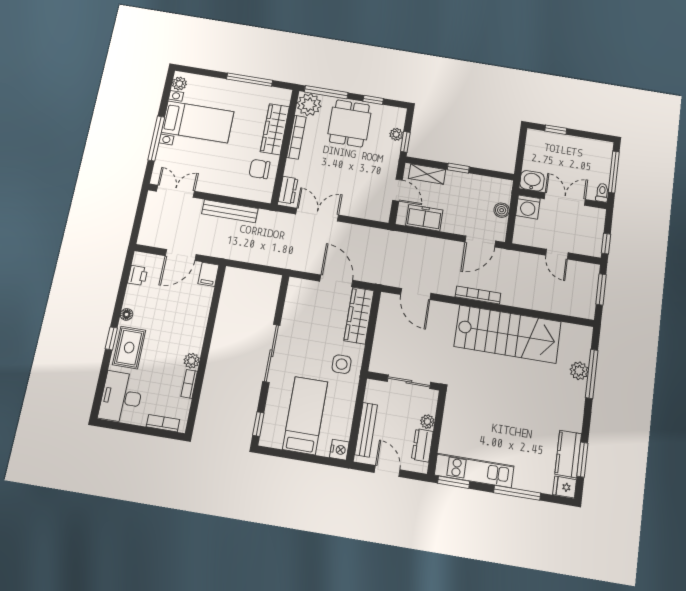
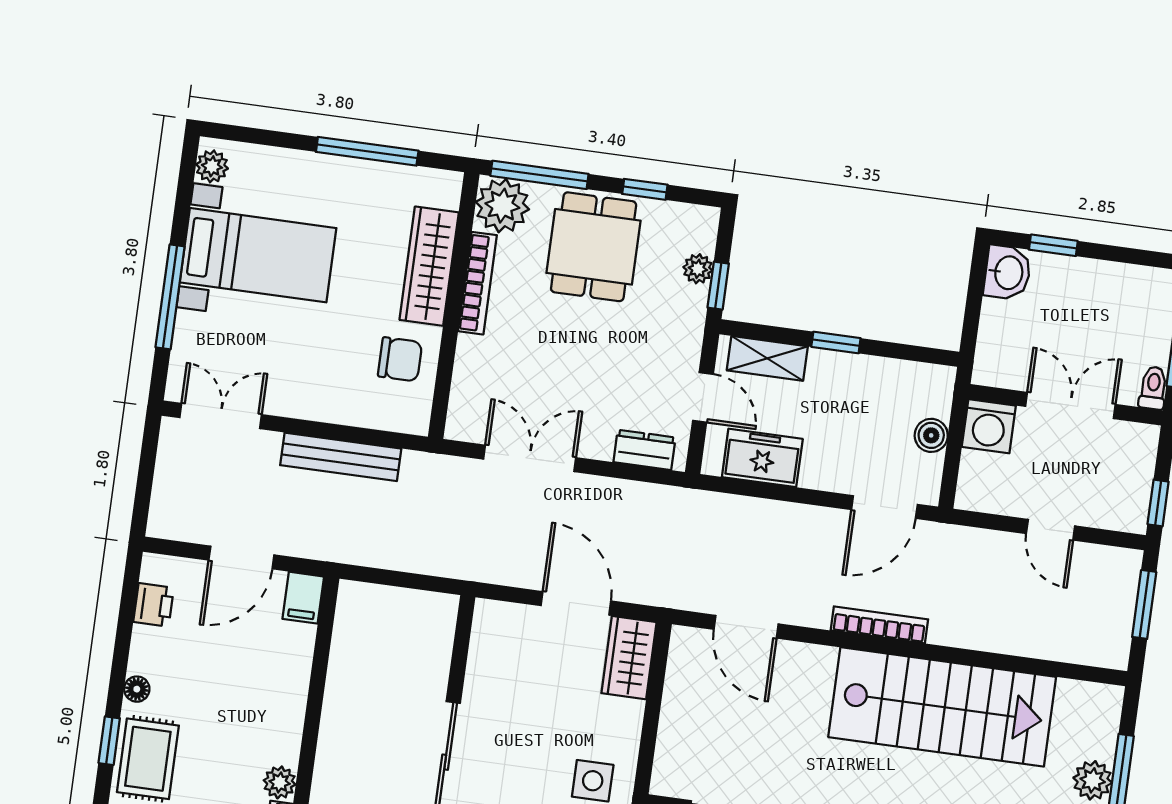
chair: (260, 169) -> (400, 359), turned 180
washbasin: (532, 181) -> (1008, 273), moved, turned 90
dresser: (288, 190) -> (644, 450), moved, turned -90
wardrobe: (359, 316) -> (629, 658), width x0.67

